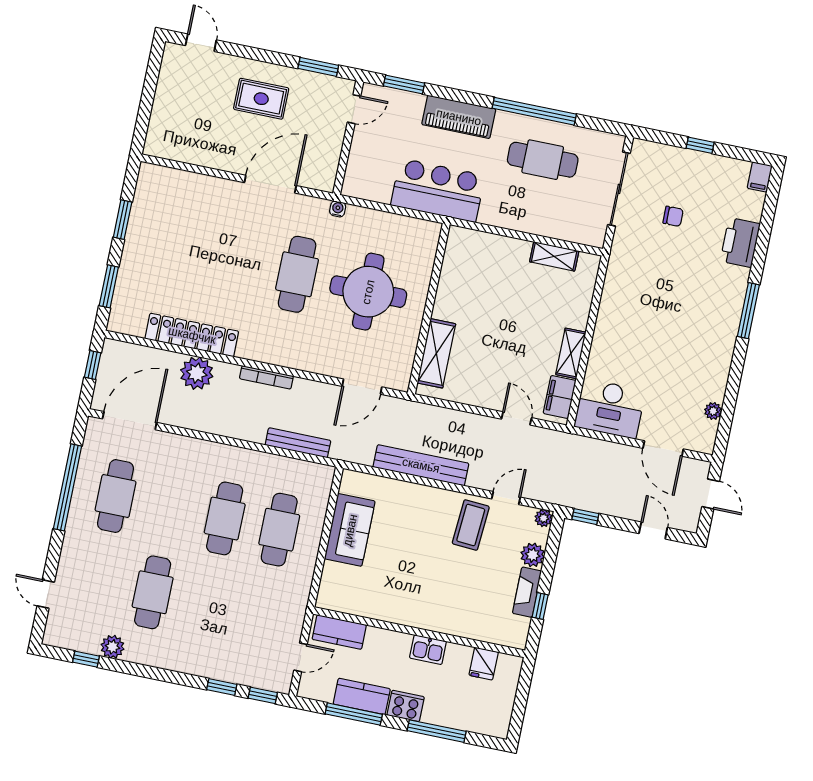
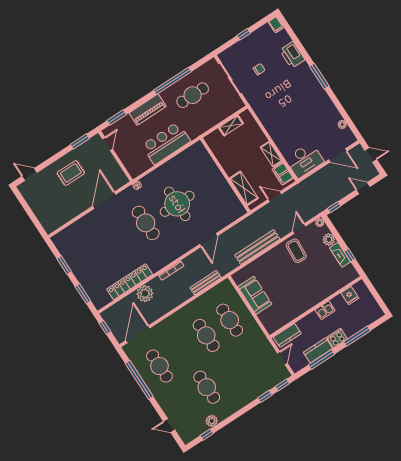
wall: (429, 309) -> (225, 175), moved
shelving: (436, 353) -> (244, 188), moved

